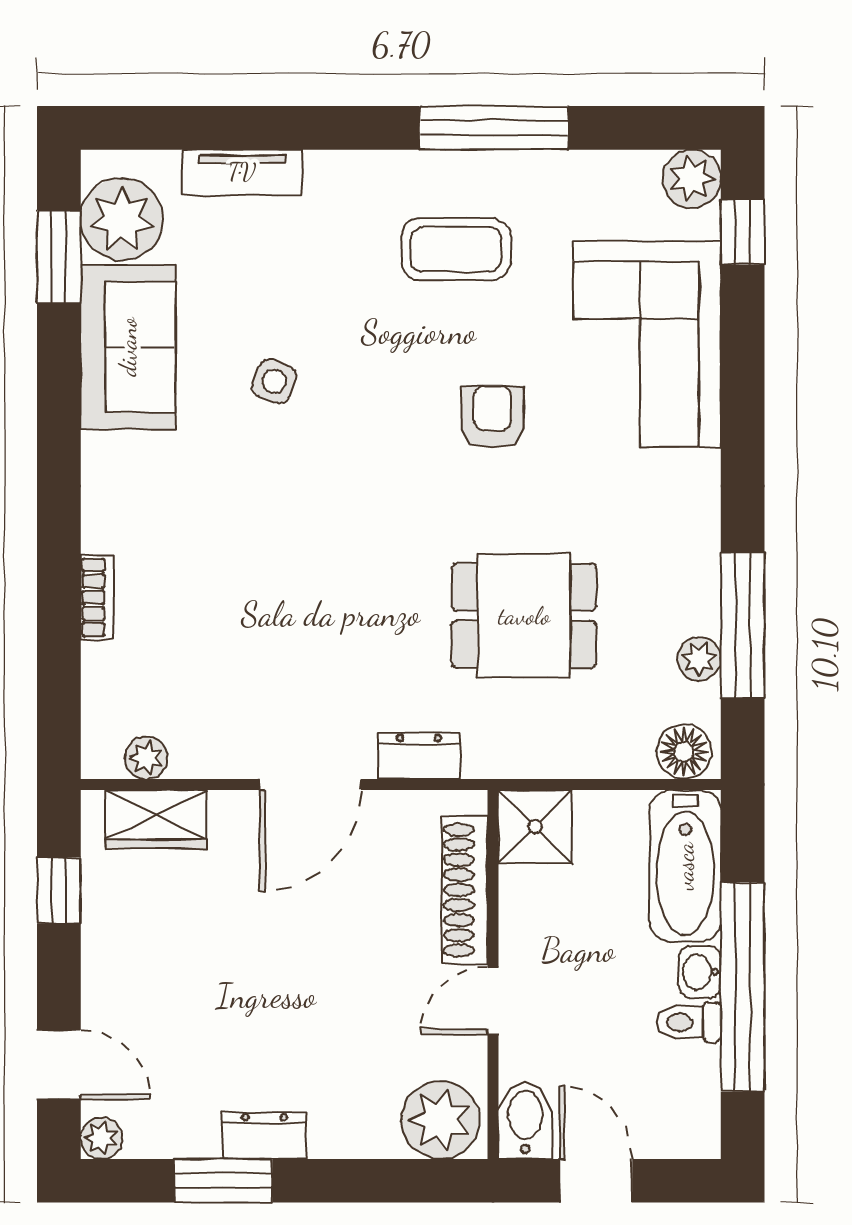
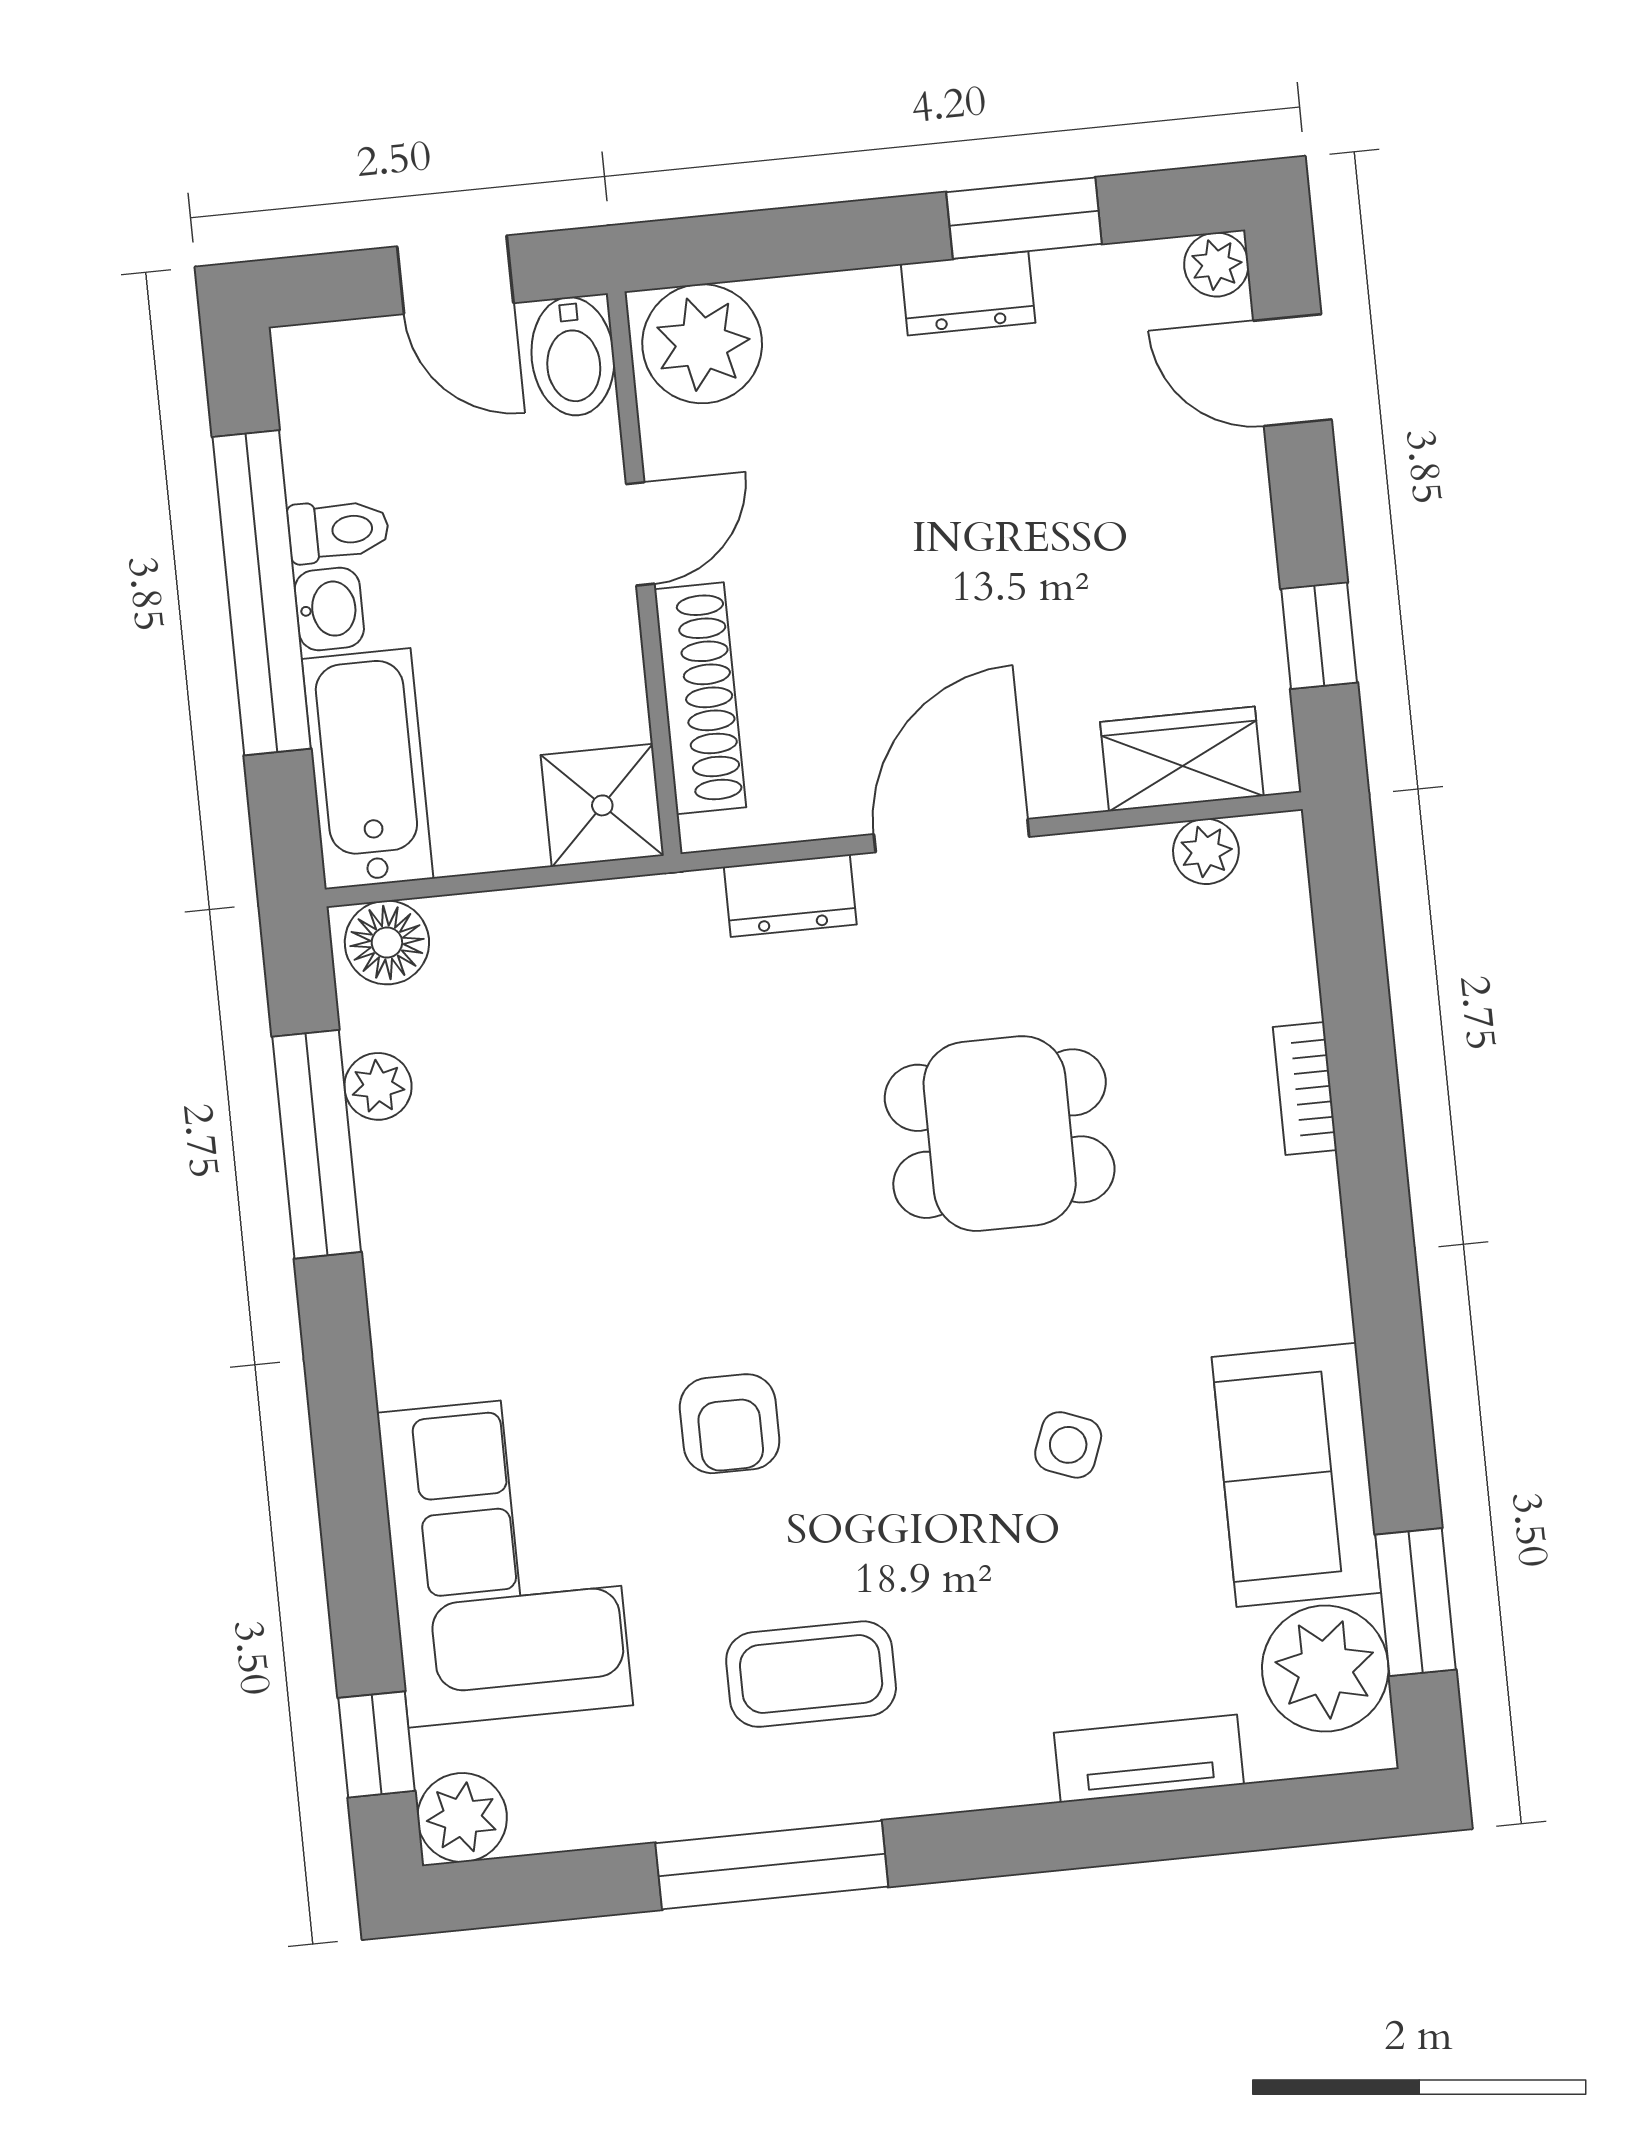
dining table: (524, 616) -> (1000, 1134), moved

